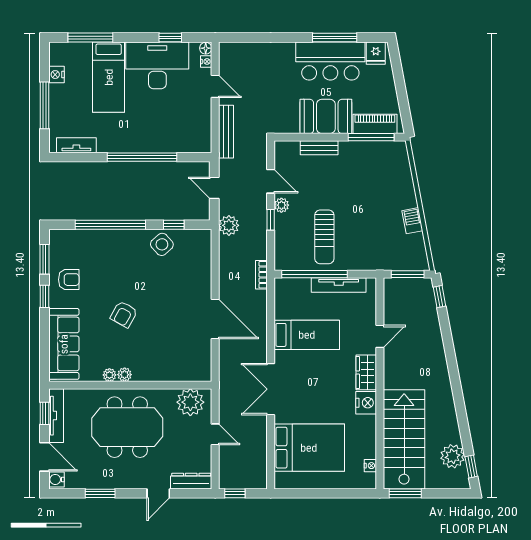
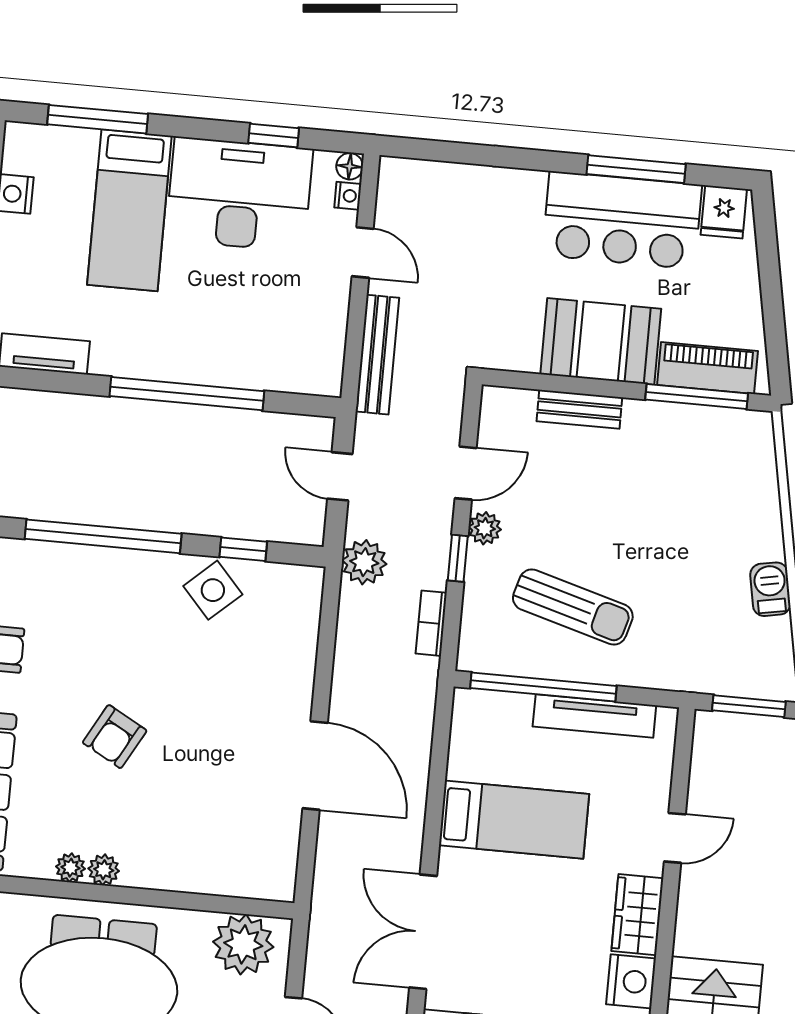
door: (271, 181) -> (466, 473), hinge flipped
sun lounger: (324, 237) -> (573, 607), turned -74
bookcase: (261, 275) -> (431, 623), moved

